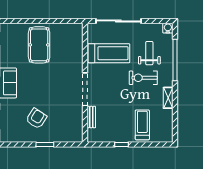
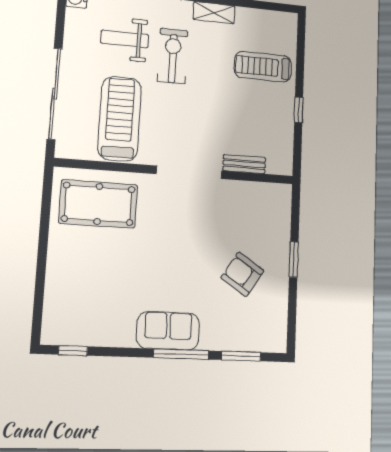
pool table: (39, 45) -> (98, 204), moved
exercise bike: (143, 78) -> (173, 56), turned 180

